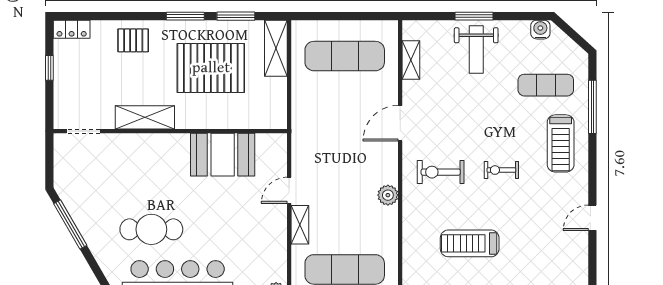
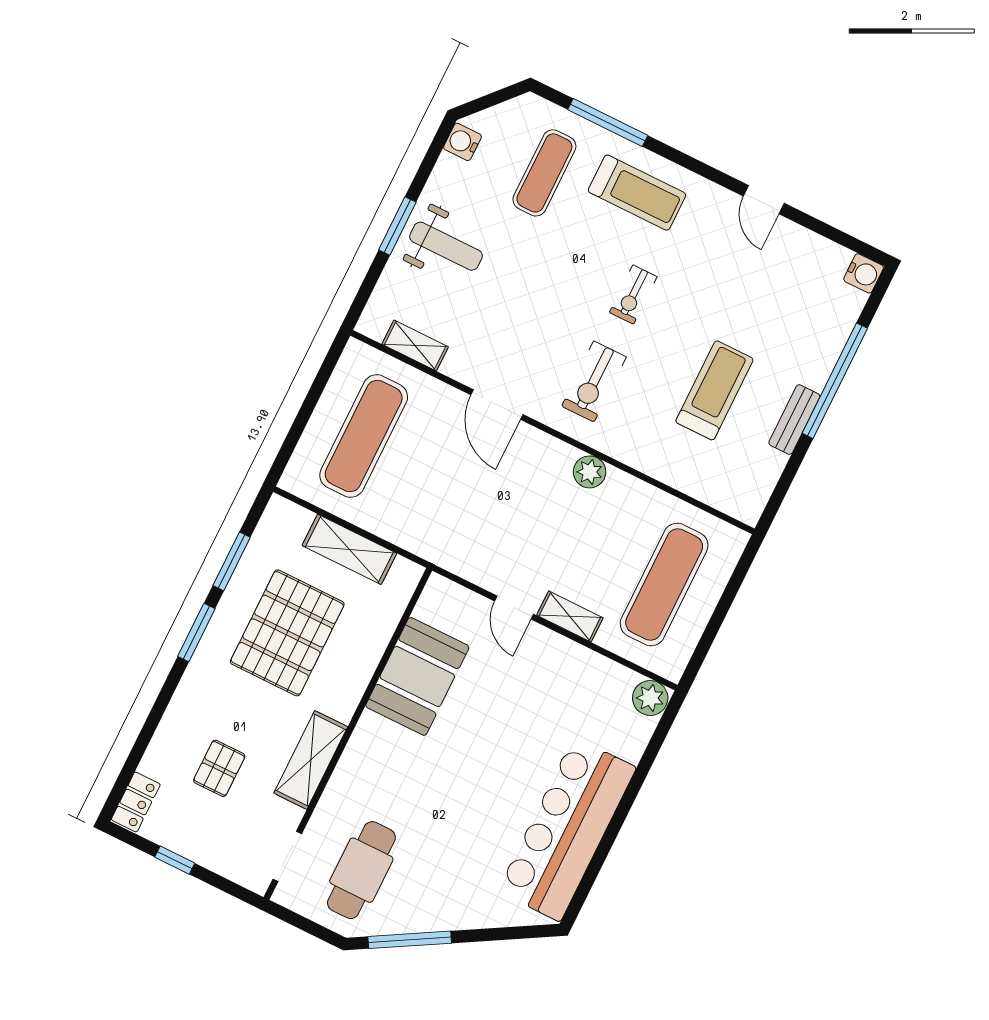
pallet: (133, 40) -> (219, 768), moved
shelving: (276, 48) -> (349, 549), moved
cafe table: (151, 229) -> (361, 870), moved
treadmill: (470, 243) -> (714, 390), turned 180

